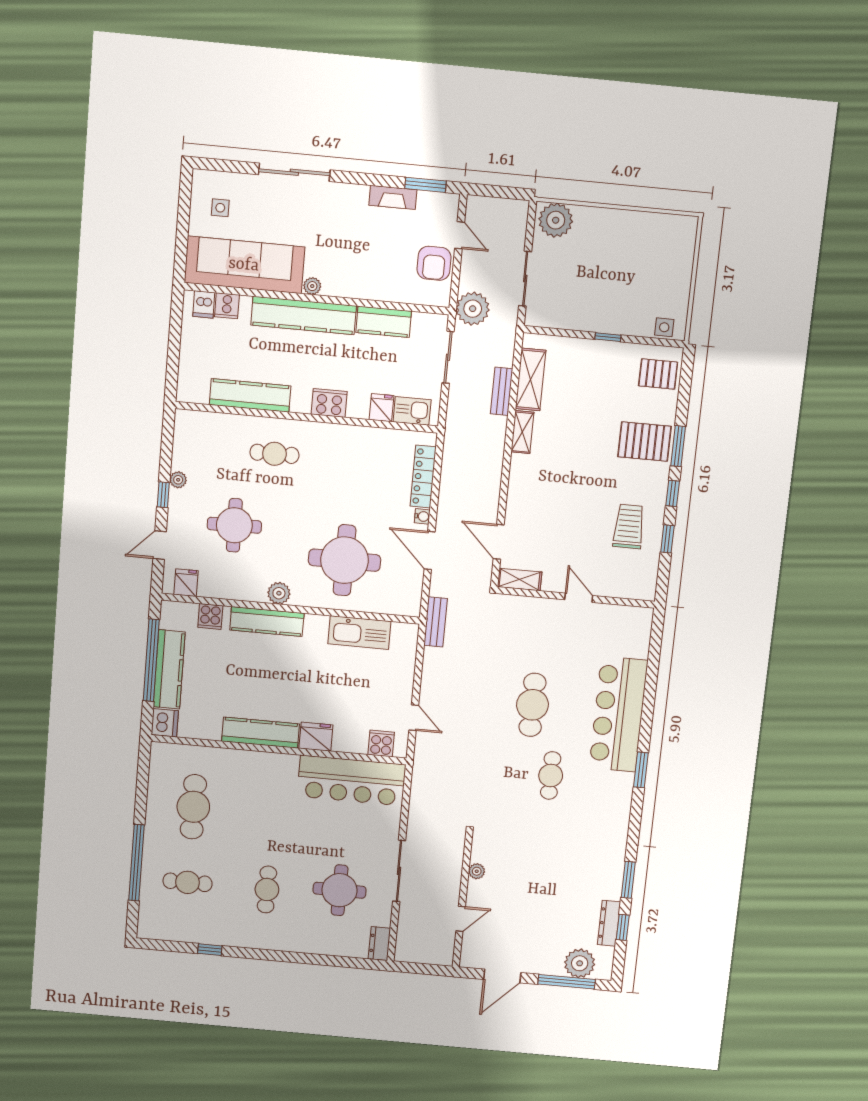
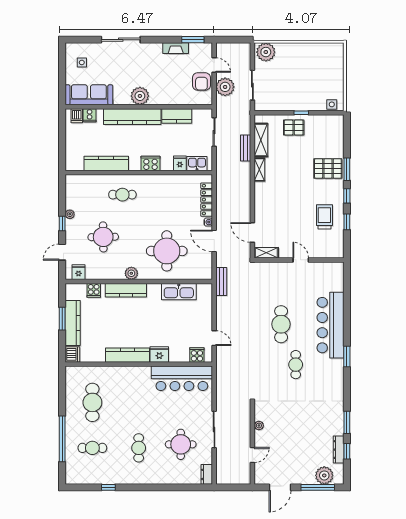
sofa: (244, 265) -> (89, 95), width x0.74, depth x0.79
plant: (312, 286) -> (140, 96), width x1.88, depth x1.88
plant: (473, 309) -> (225, 87), moved
pallet: (658, 374) -> (294, 127), moved
window: (151, 660) -> (62, 319), width x0.47

